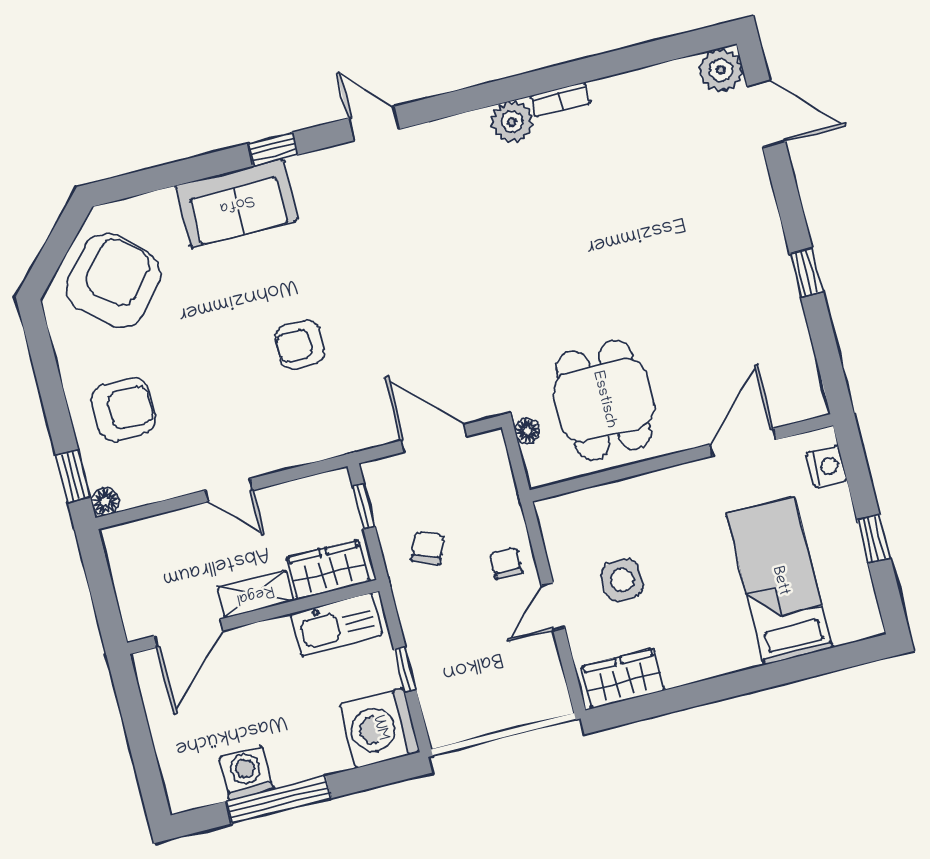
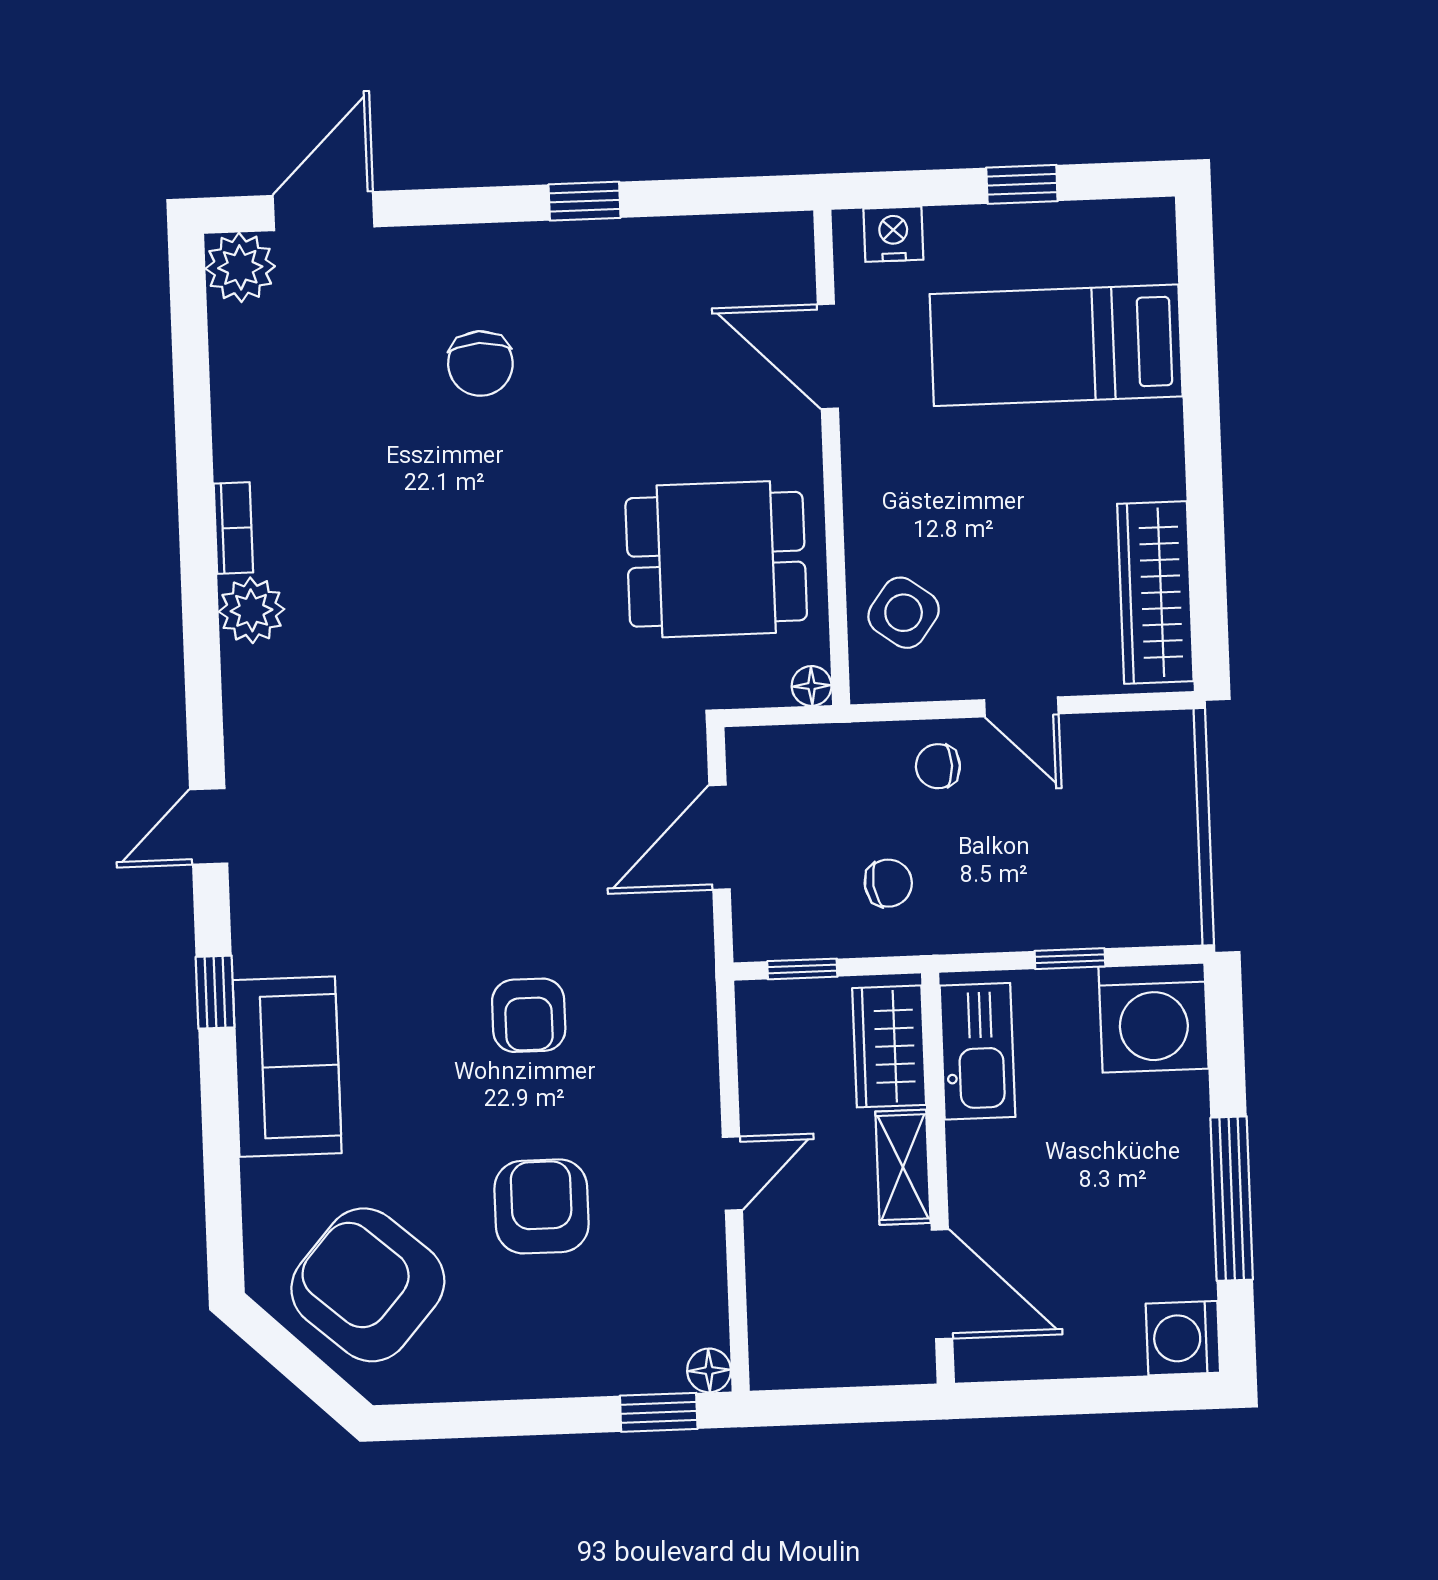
chair: (693, 230) -> (480, 363), added
armchair: (123, 409) -> (542, 1206), moved
floor lamp: (527, 431) -> (812, 686), moved
chair: (428, 548) -> (888, 883), turned 150
side table: (622, 580) -> (904, 613), moved, turned 36
wardrobe: (623, 679) -> (1155, 592), width x1.50
washing machine: (246, 773) -> (1183, 1338), moved

